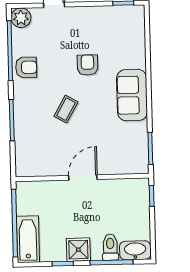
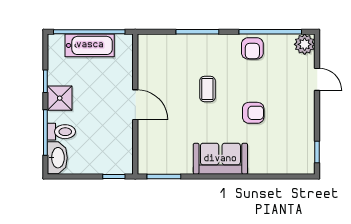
coffee table: (66, 109) -> (207, 89), turned 60
bathtub: (28, 239) -> (90, 45), moved

